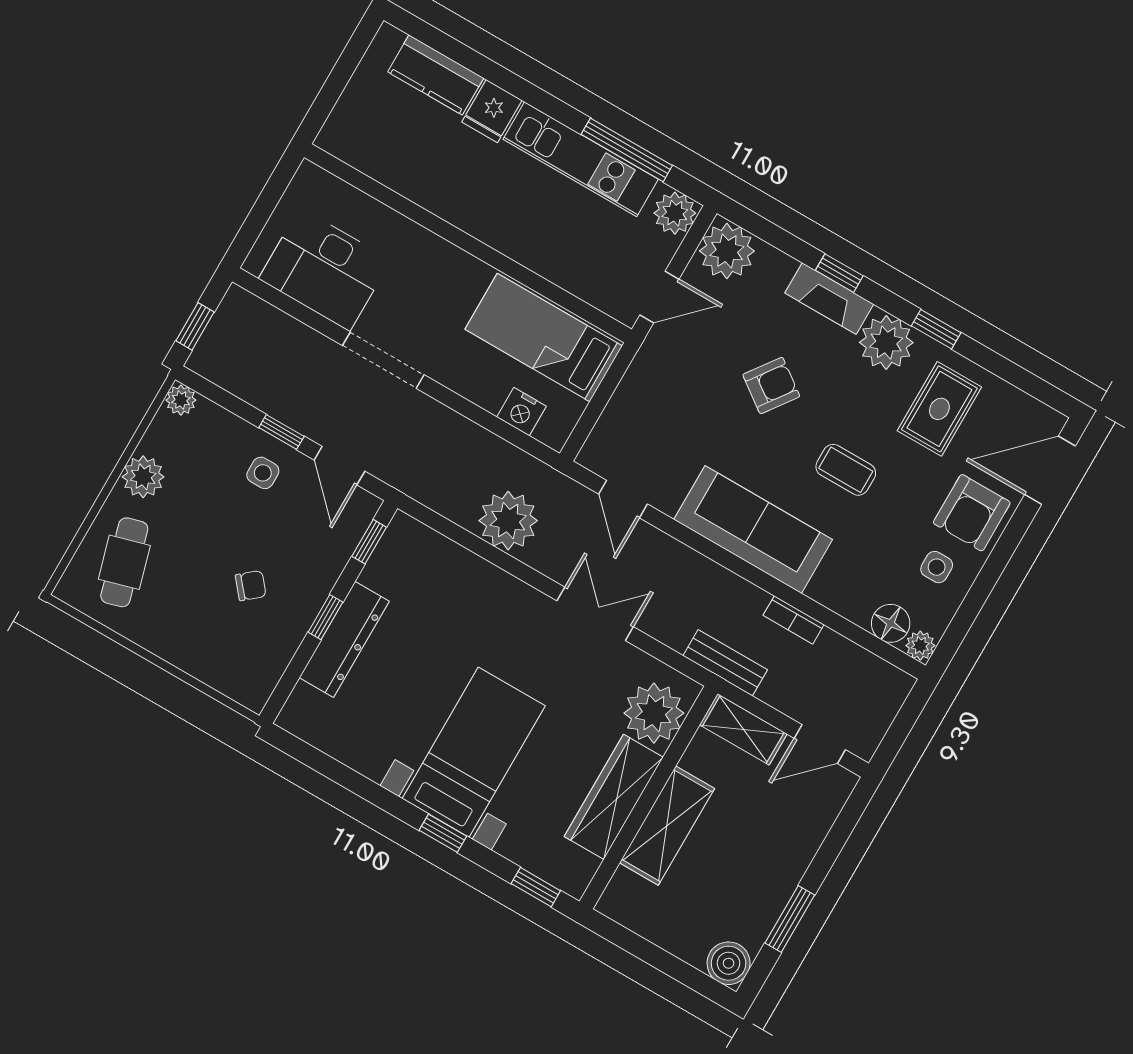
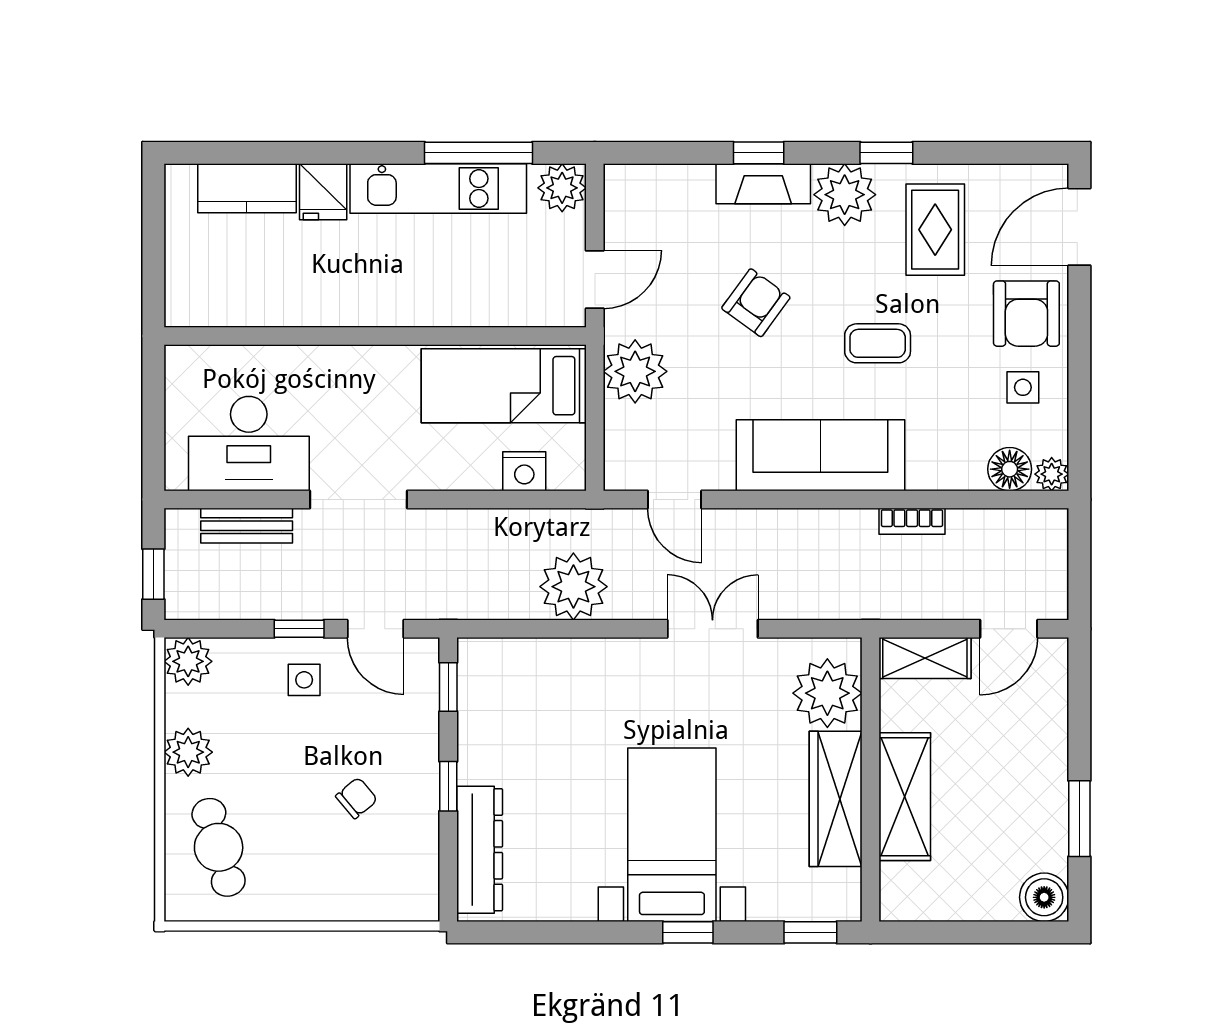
plant: (727, 251) -> (635, 371), moved
plant: (181, 400) -> (188, 661), width x1.38, depth x1.38
dresser: (344, 639) -> (480, 850), moved
bench: (725, 663) -> (247, 526), moved

